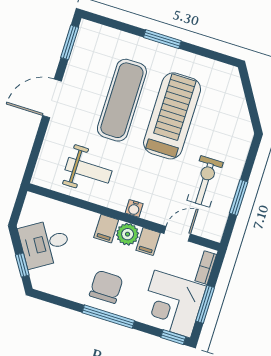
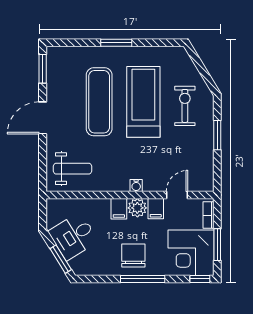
weight bench: (89, 170) -> (72, 169), moved
exercise bike: (205, 181) -> (185, 106), moved
window: (239, 198) -> (217, 135), moved
window: (22, 265) -> (61, 259), width x1.50

